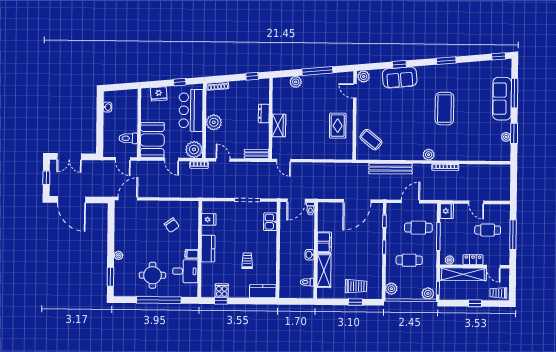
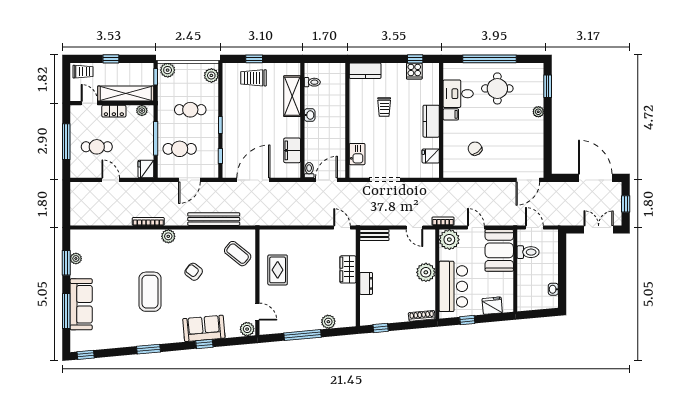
armchair: (408, 125) -> (194, 272), added
filing cabinet: (324, 242) -> (292, 150), moved

